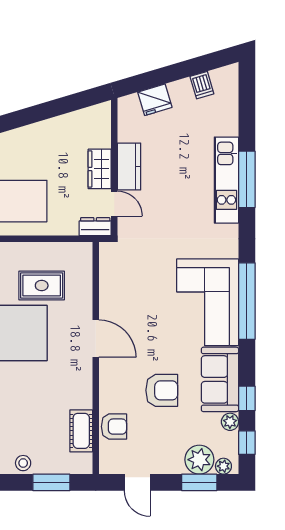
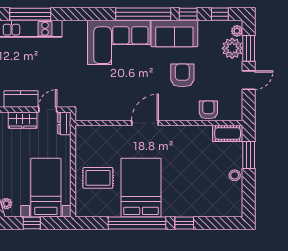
rug: (42, 286) -> (98, 178), moved, turned 90
window: (247, 301) -> (143, 14), moved
plant: (230, 422) -> (205, 26), removed
cot: (81, 431) -> (228, 133), moved
door: (137, 482) -> (249, 80), moved

